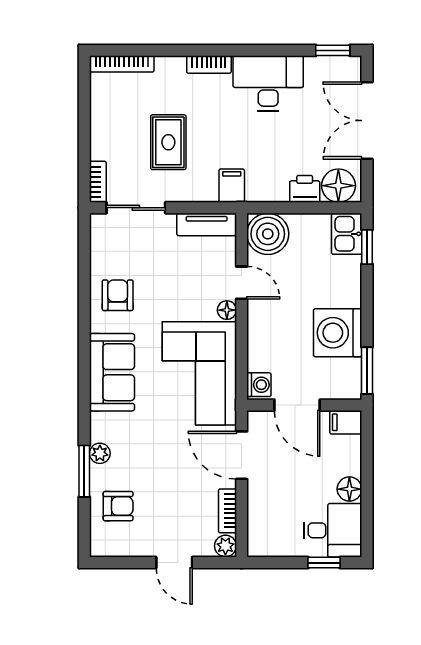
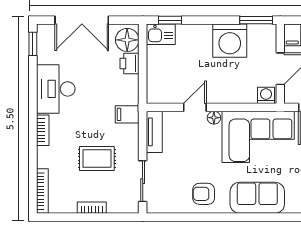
bookcase: (98, 182) -> (92, 208), moved
boiler: (268, 234) -> (161, 89), removed

